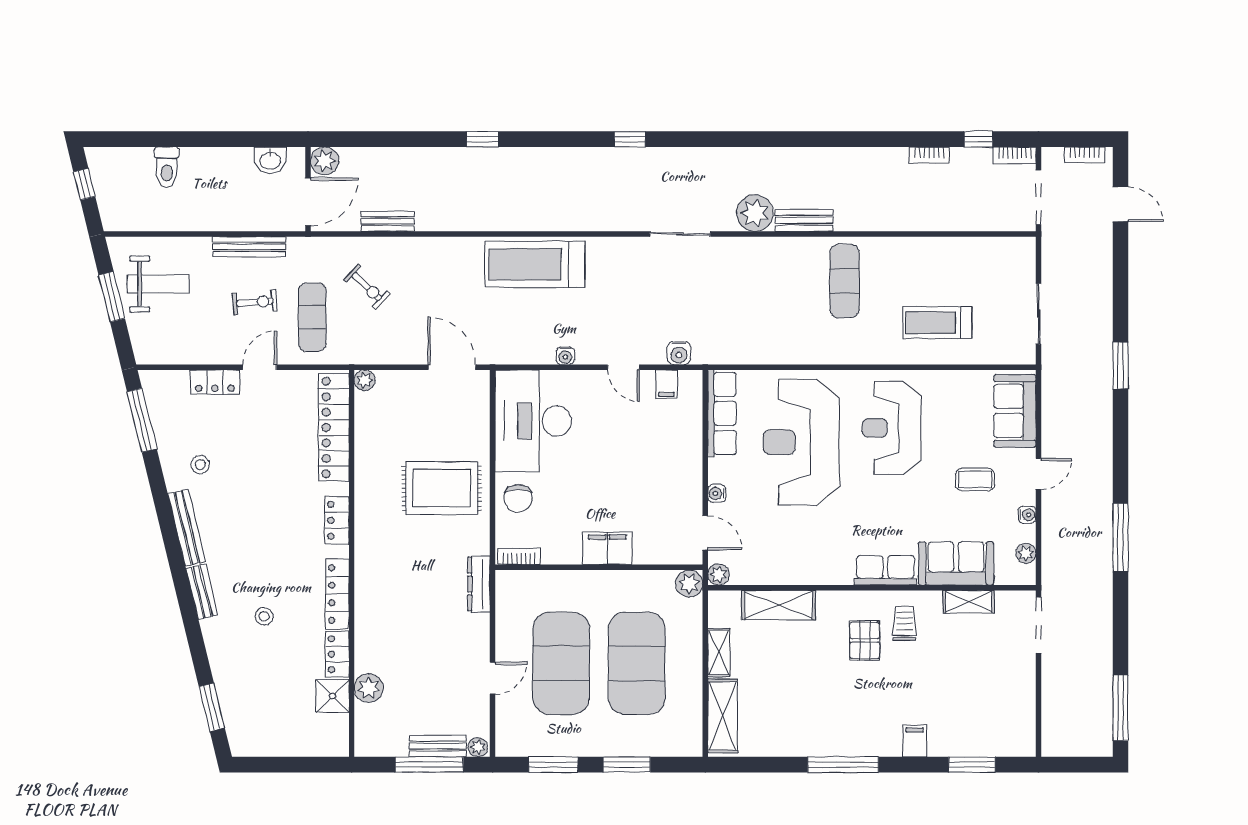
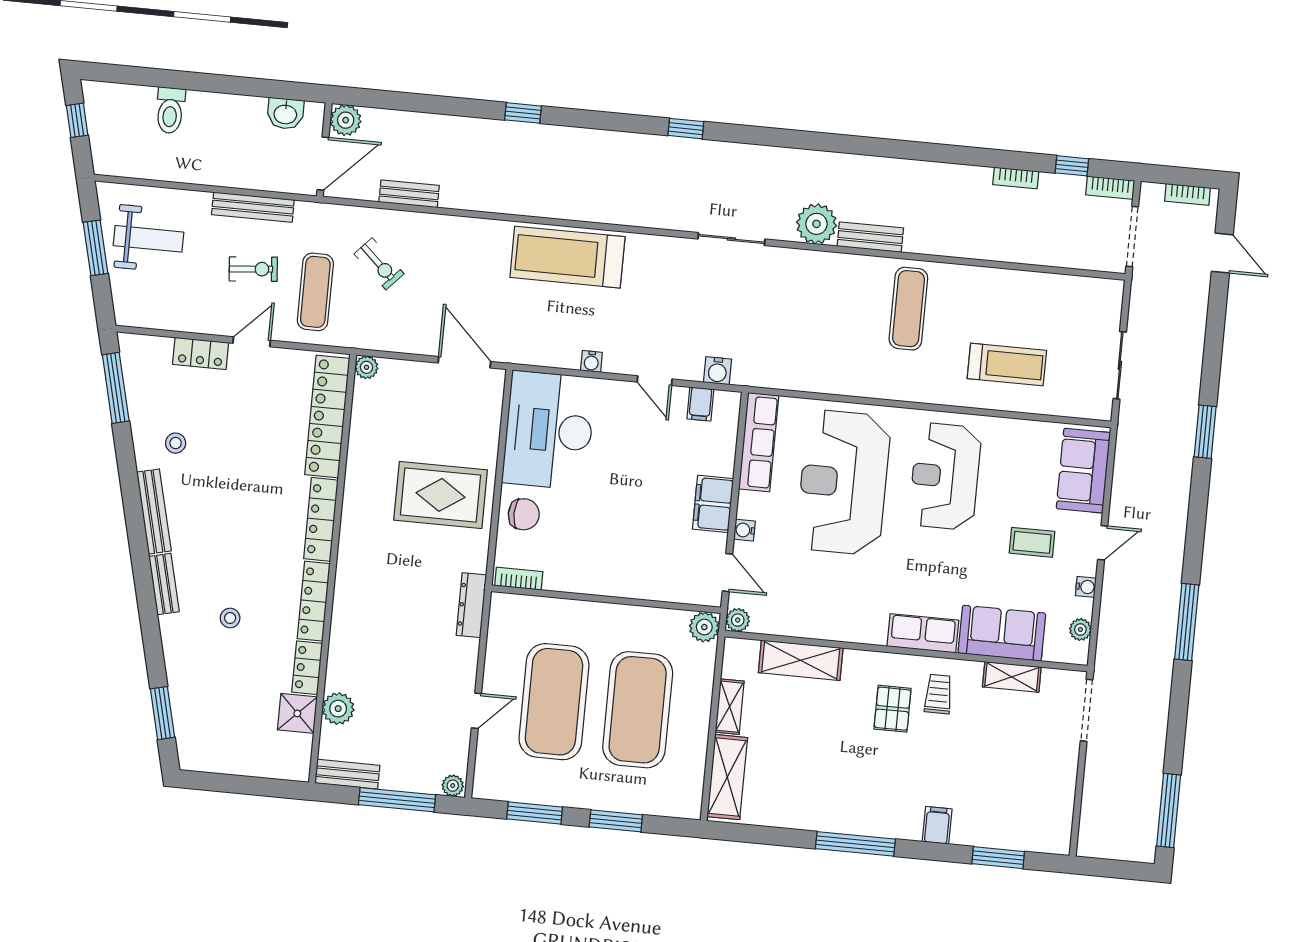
treadmill: (937, 323) -> (1007, 364), turned 180
chair: (518, 498) -> (524, 514), turned -90
locker: (337, 520) -> (321, 519), width x1.53
filing cabinet: (607, 548) -> (713, 504), moved, turned -90
bench: (438, 746) -> (347, 774), moved

